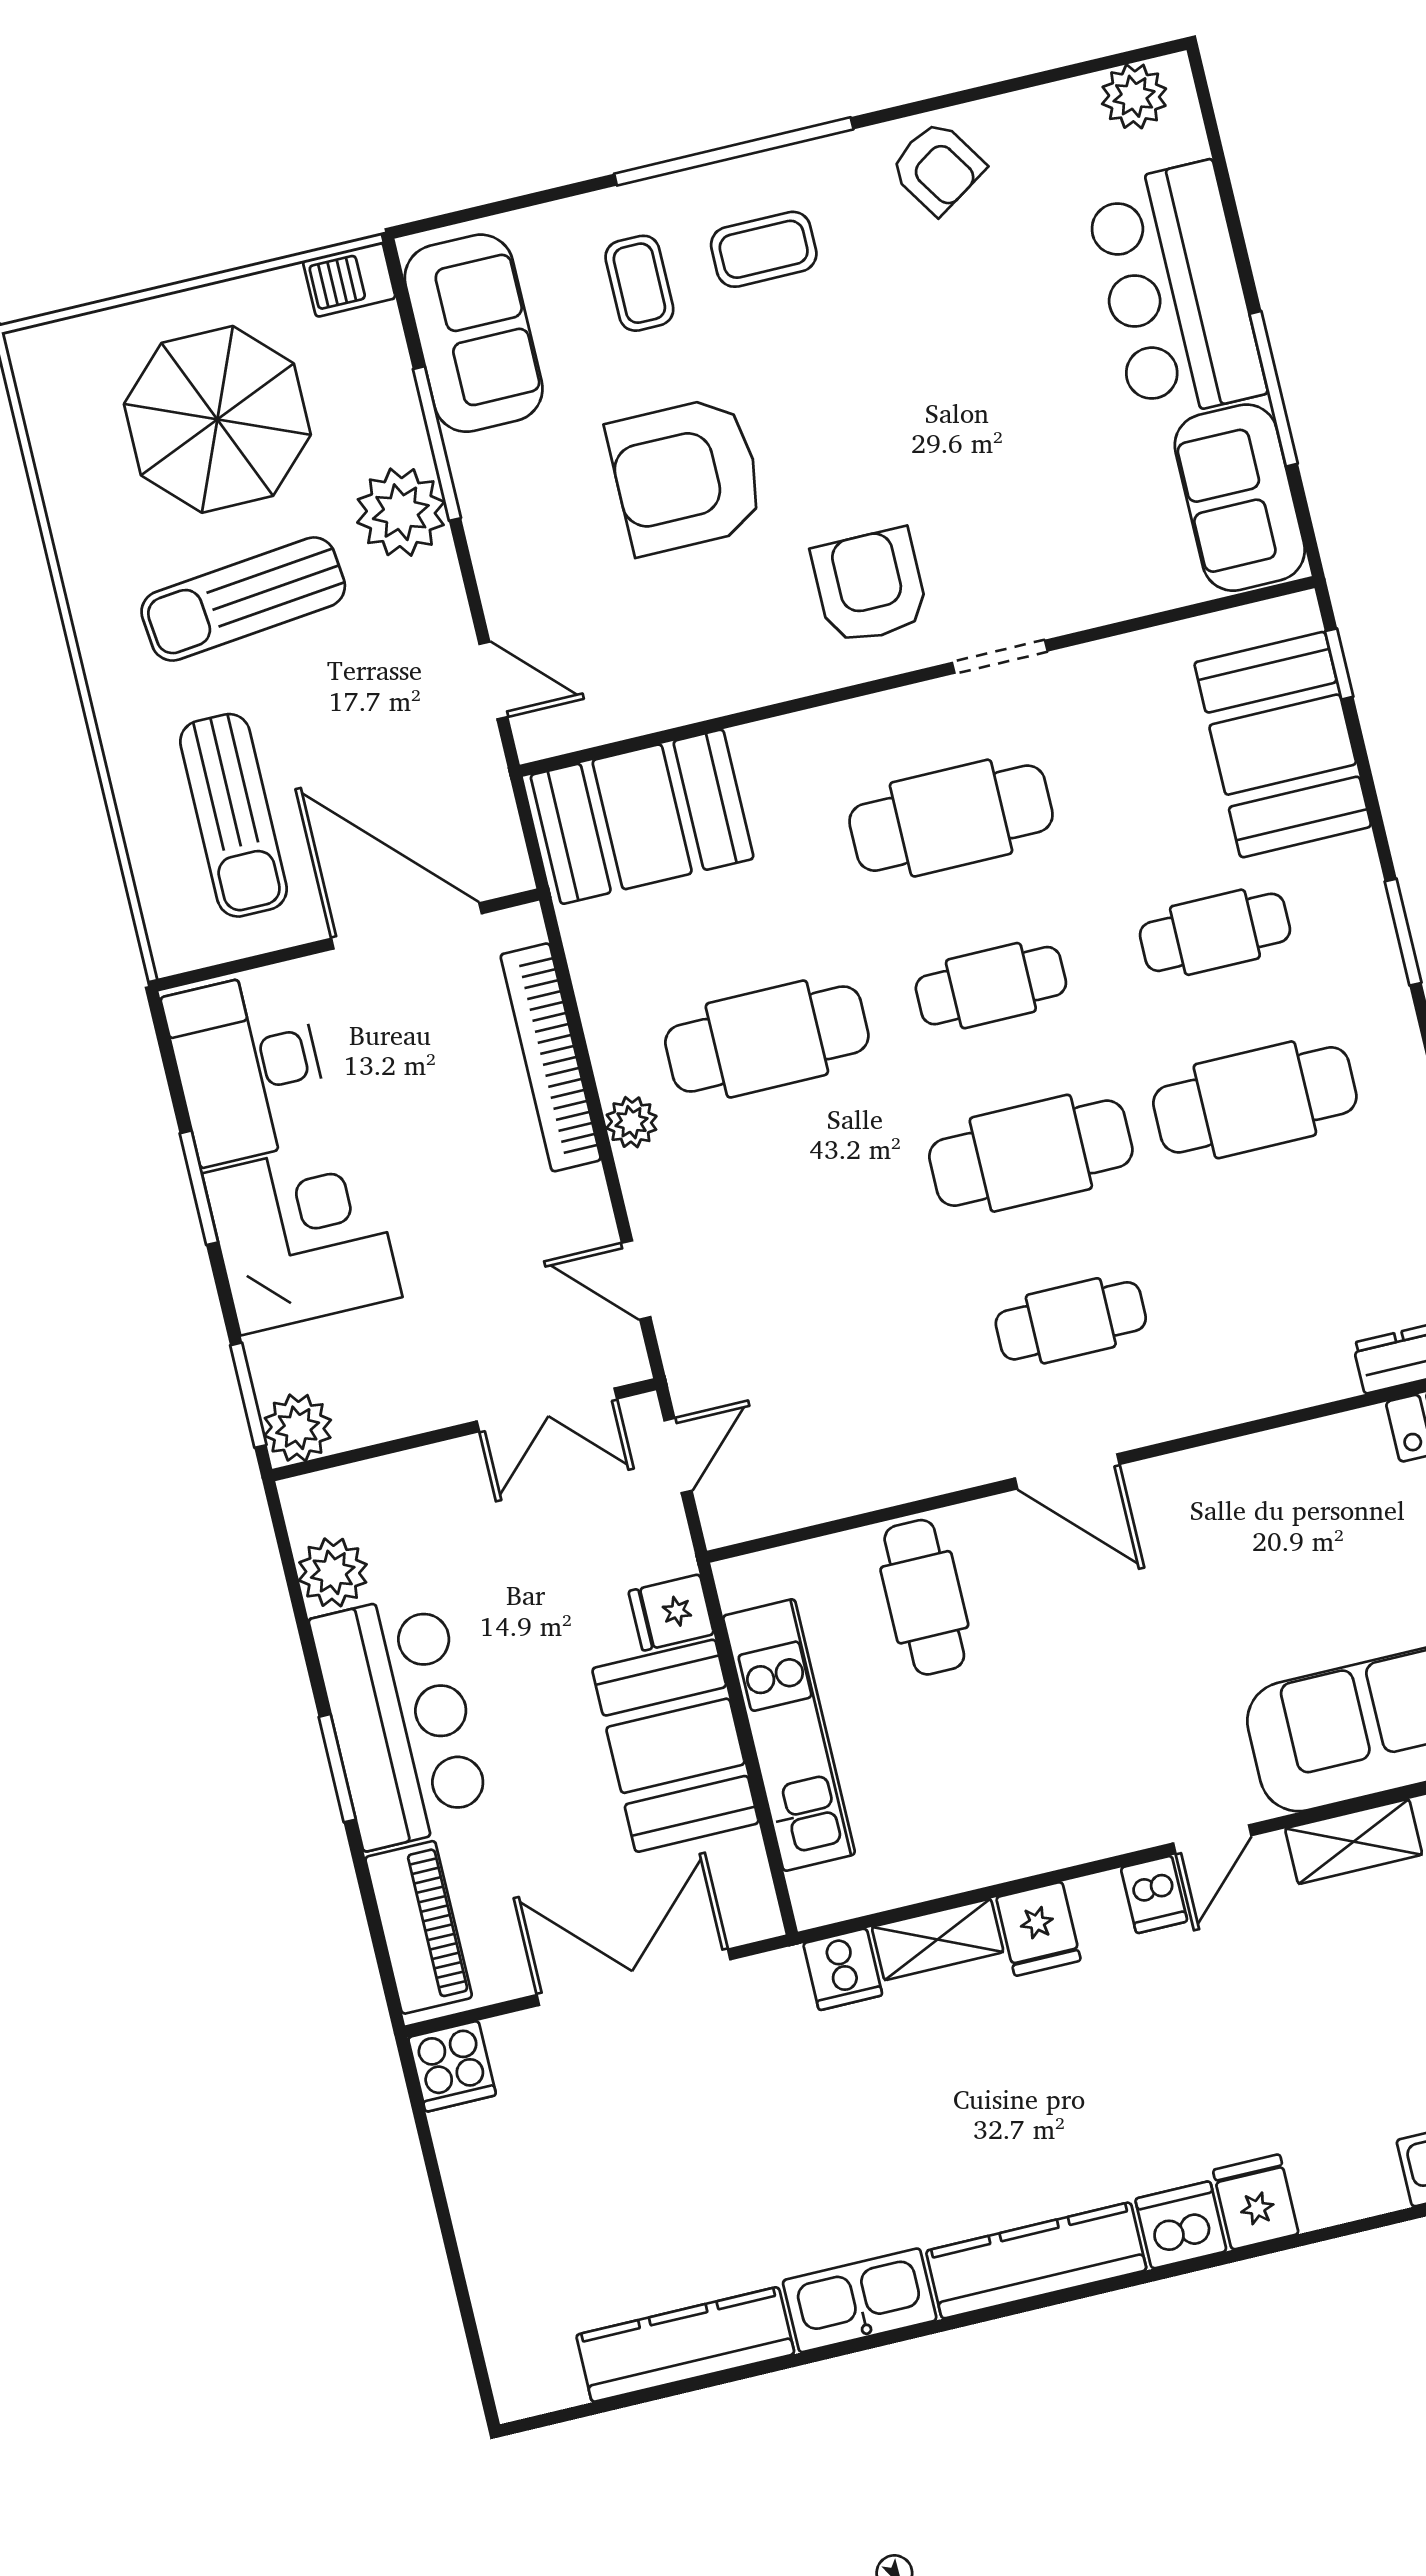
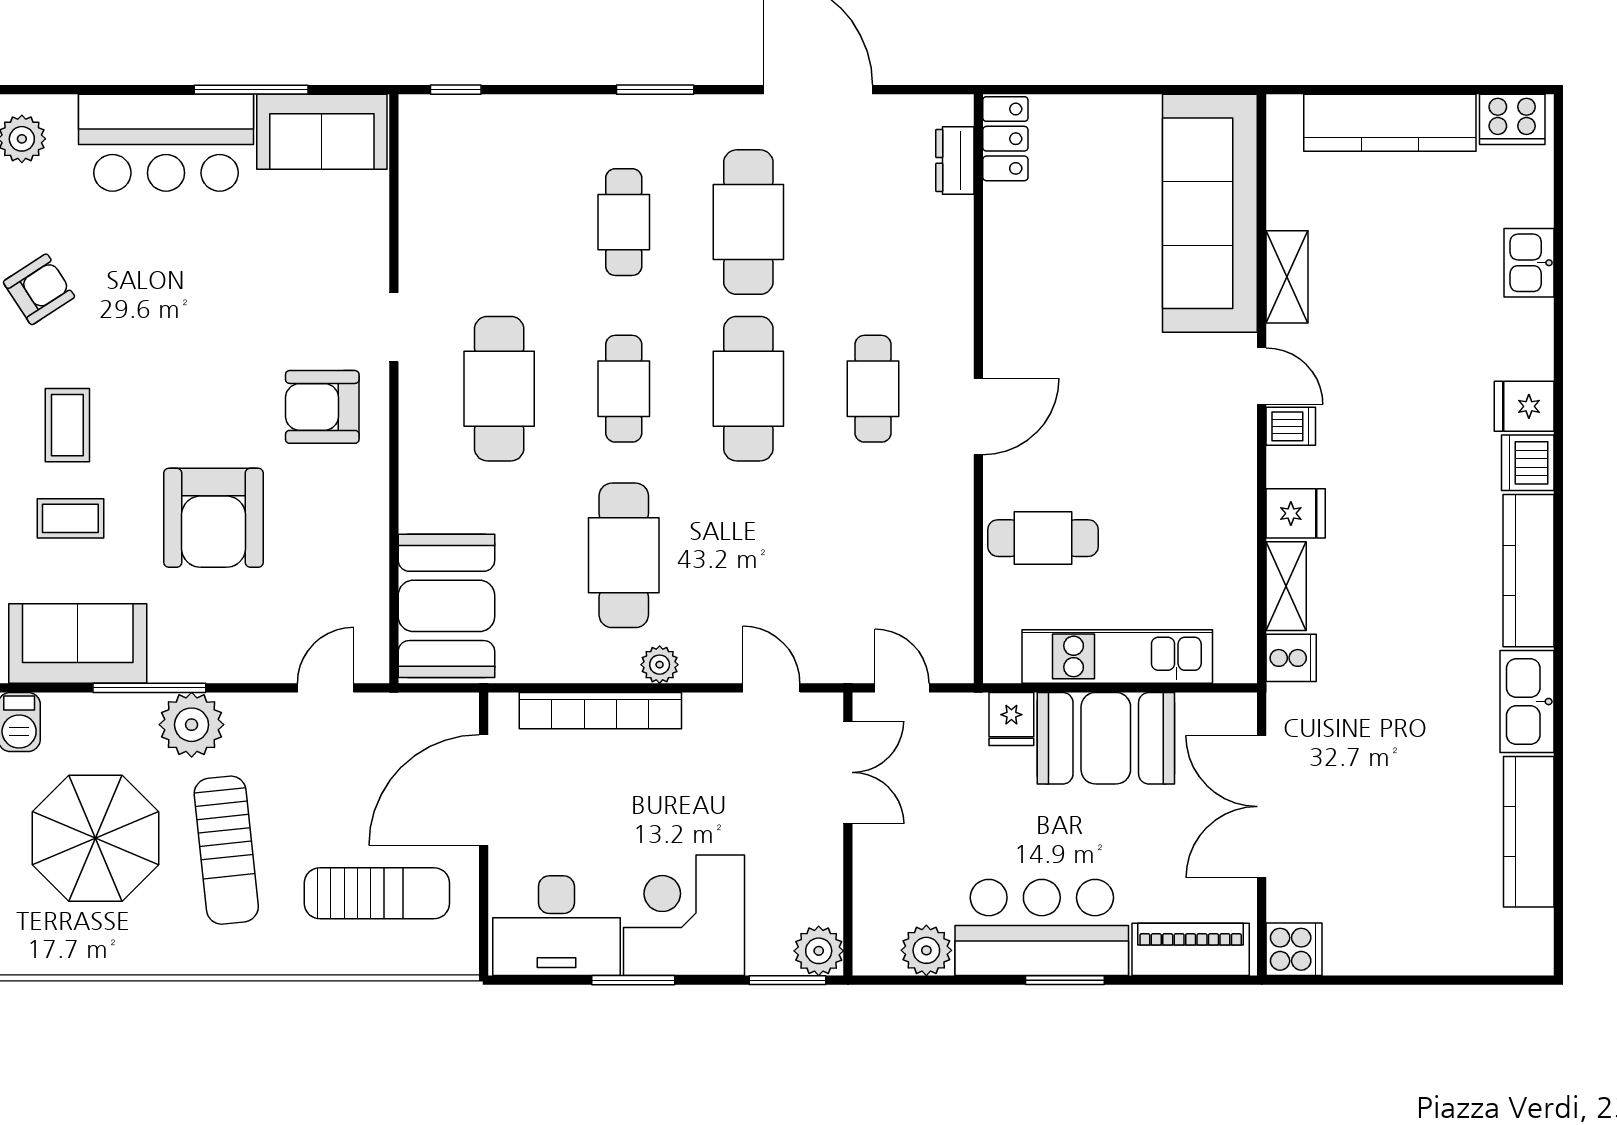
booth: (1283, 745) -> (503, 143), removed
door: (636, 1280) -> (771, 688), swing flipped

